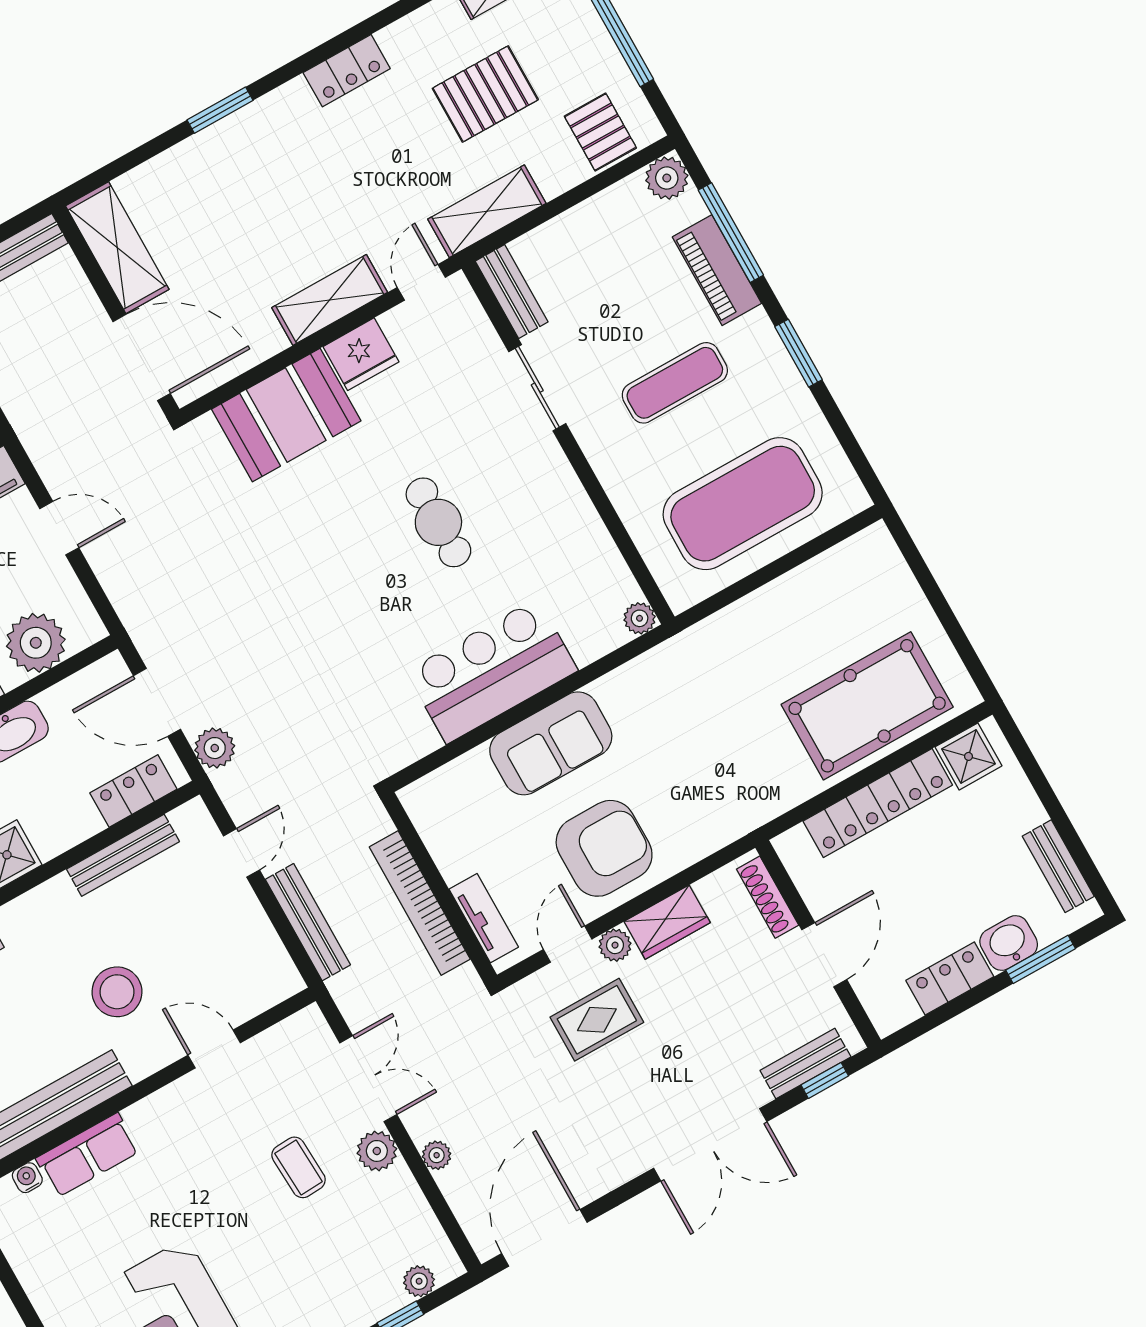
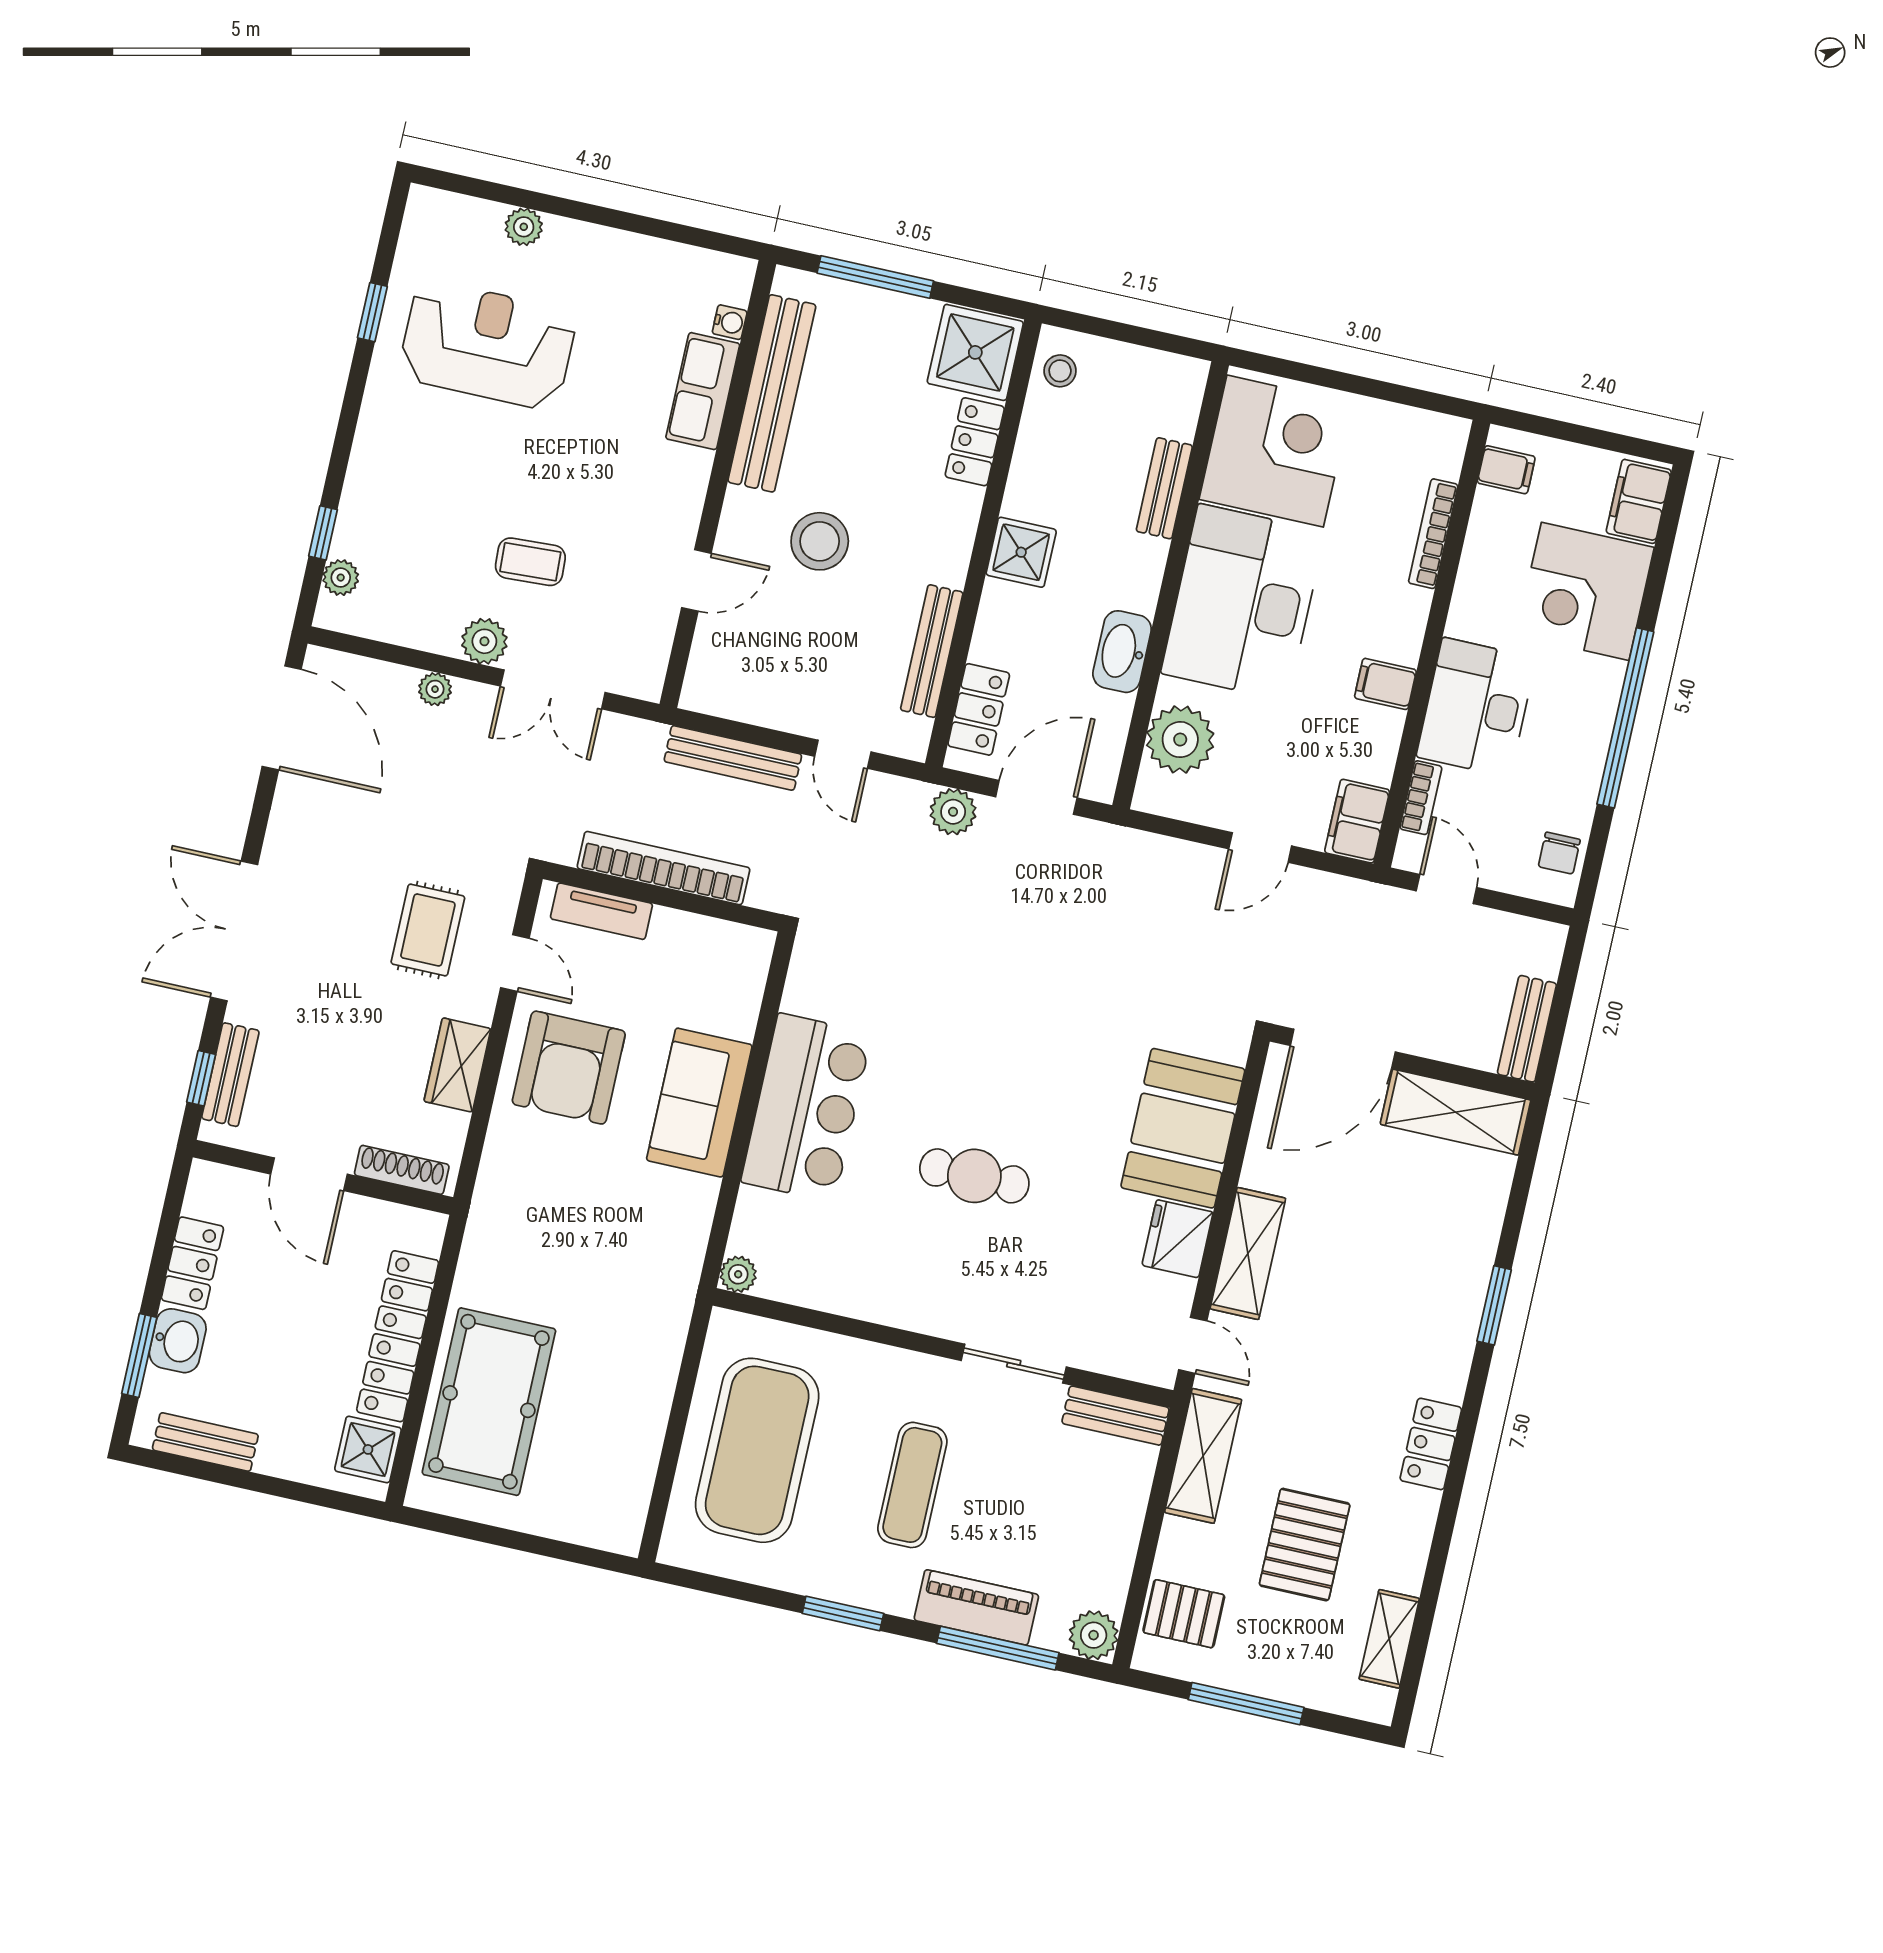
plant: (615, 945) -> (478, 1003), removed

